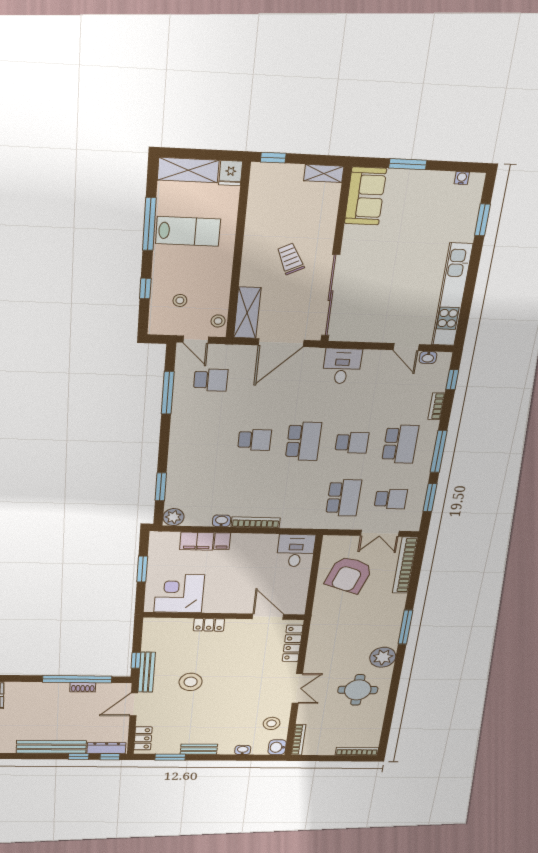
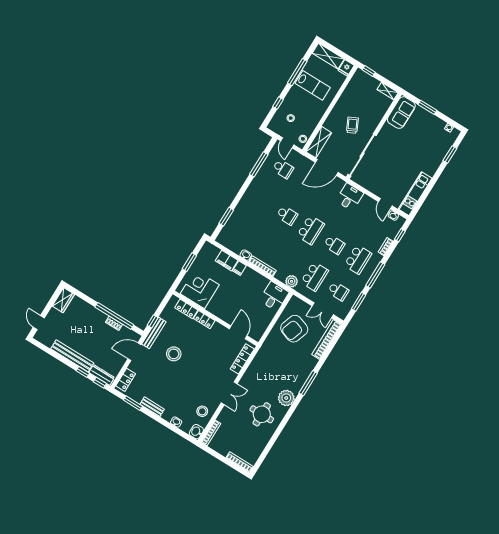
kitchen unit: (452, 295) -> (415, 194), width x0.73
plant: (173, 517) -> (292, 281), moved
locker: (175, 625) -> (186, 309), added

